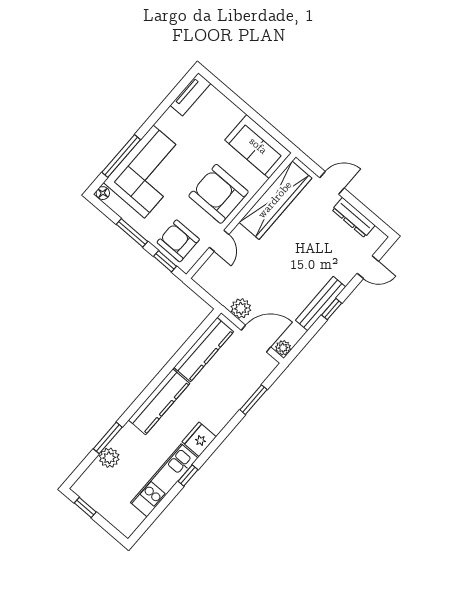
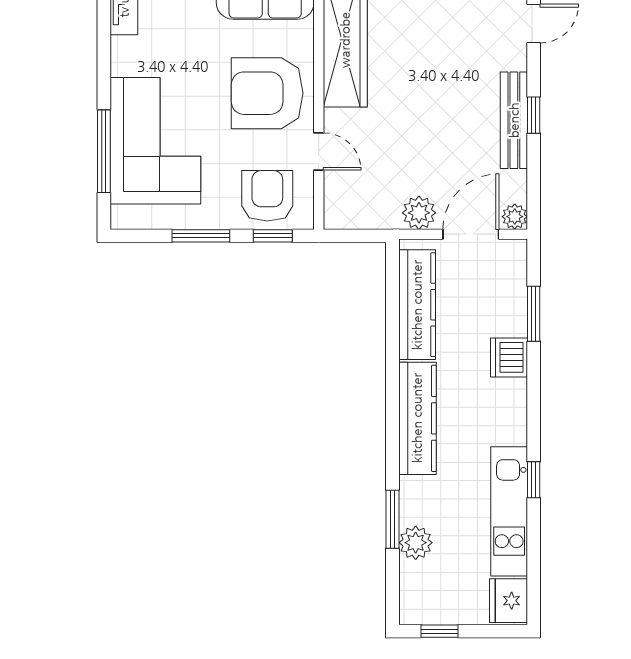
floor lamp: (103, 193) -> (121, 218), removed
armchair: (178, 241) -> (267, 196), turned 90
dishwasher: (225, 410) -> (509, 357), added
fridge: (199, 439) -> (508, 601), moved

